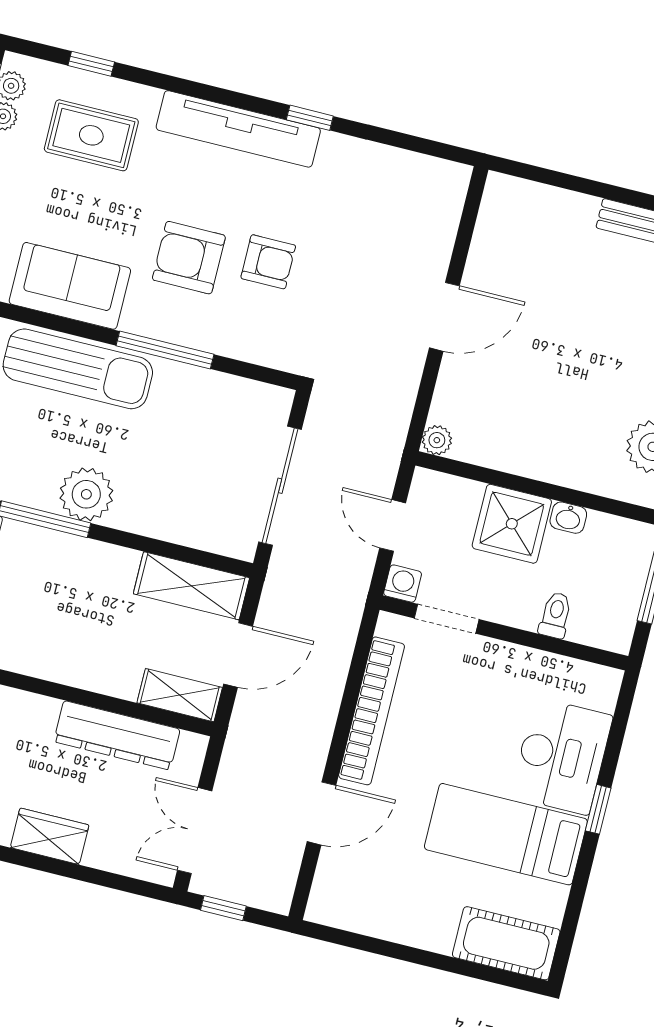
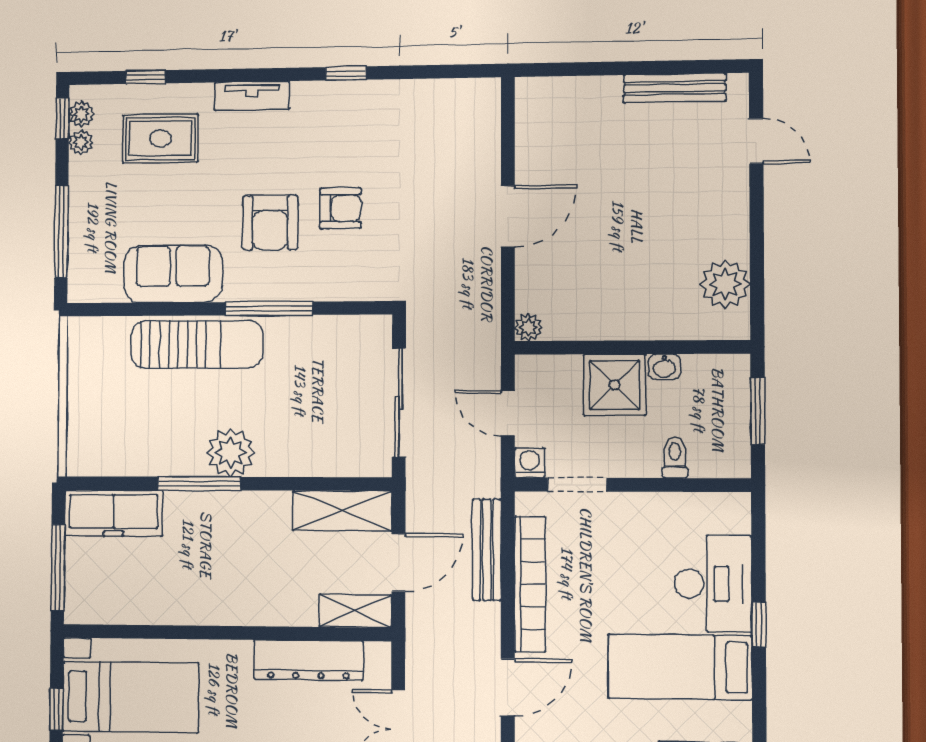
tv unit: (238, 129) -> (252, 96), width x0.52, depth x0.78
armchair: (189, 258) -> (270, 223), turned -90
bench: (335, 664) -> (487, 550), added

